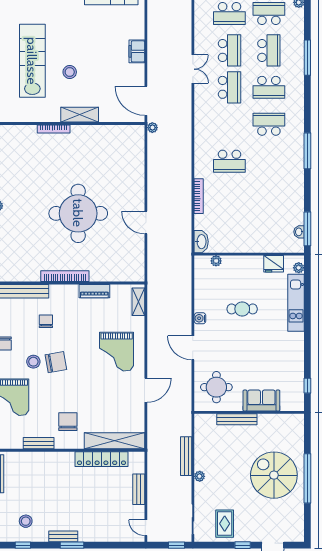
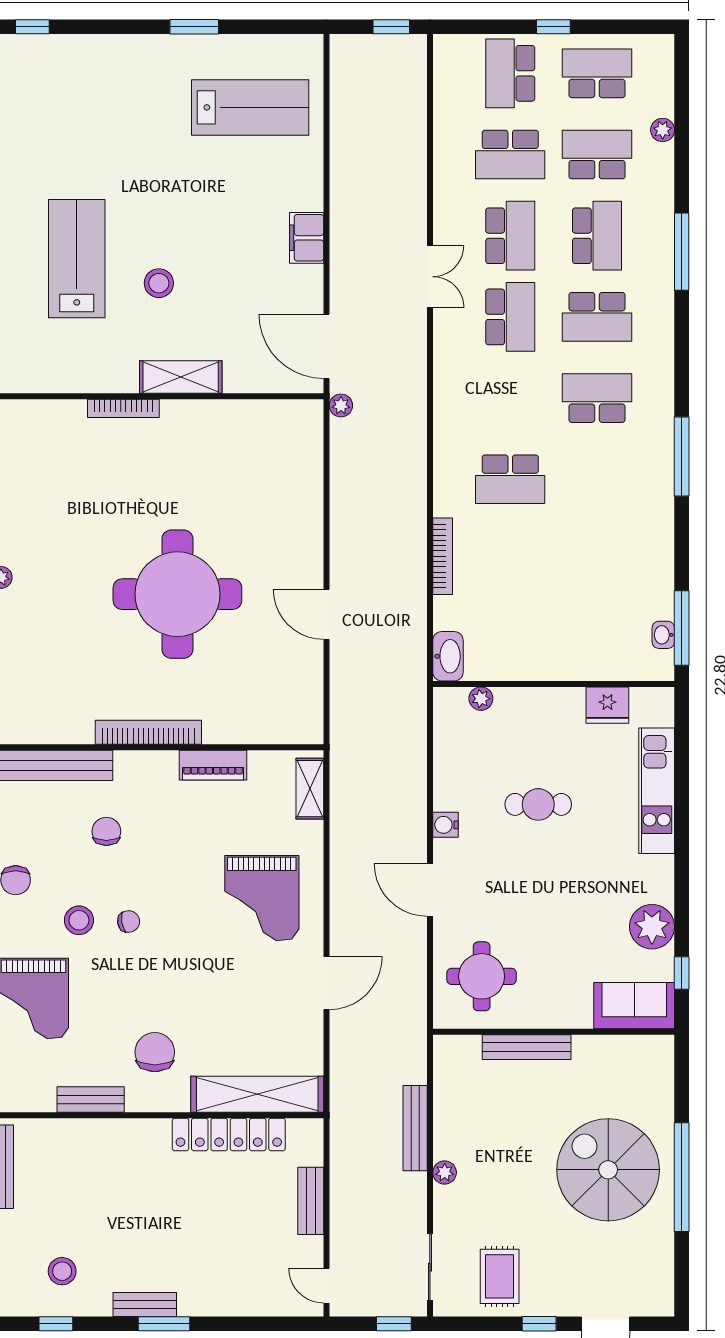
lab bench: (32, 61) -> (77, 259), width x0.73
plant: (299, 268) -> (652, 927), moved, width x1.88, depth x1.88
chair: (56, 362) -> (129, 921), width x0.54, depth x0.54
sofa: (261, 401) -> (634, 1006), moved

